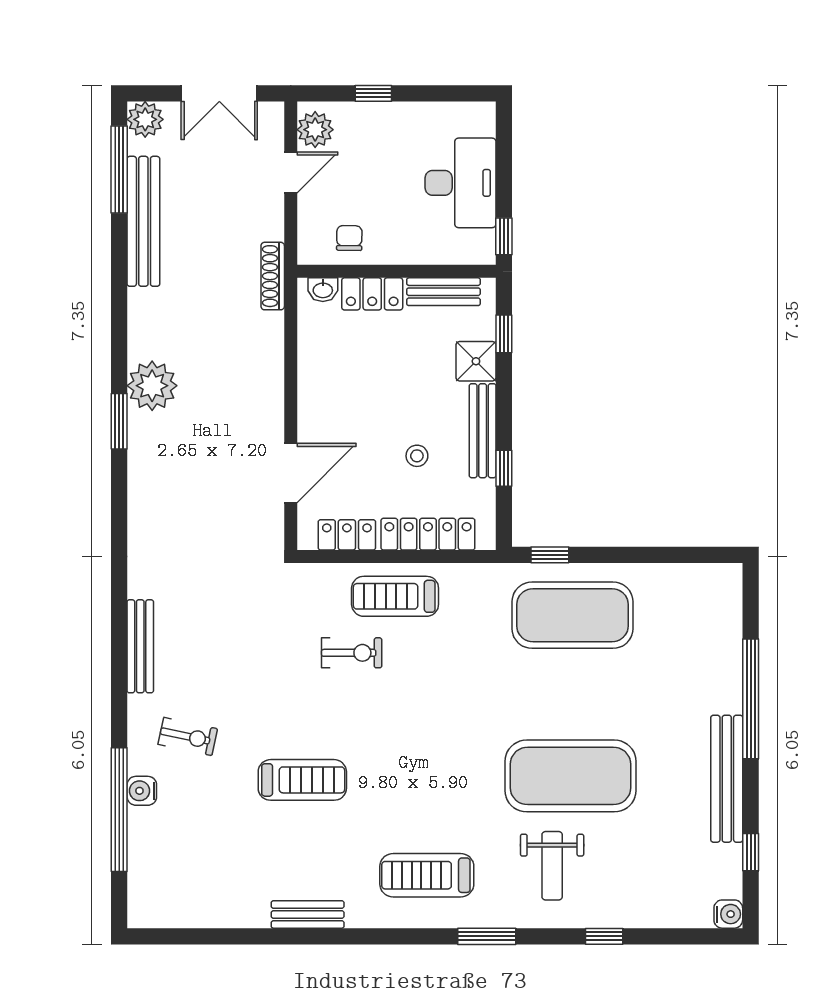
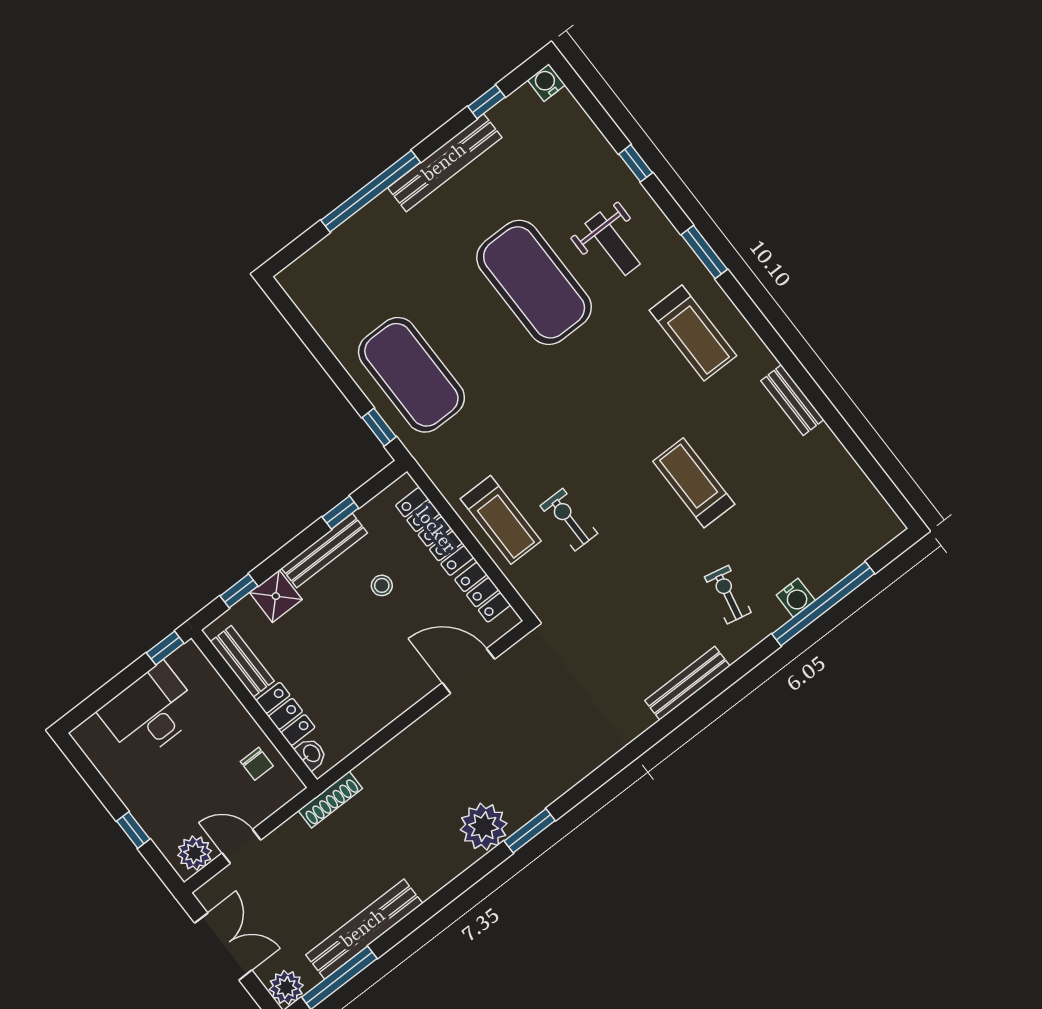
chair: (349, 238) -> (257, 764), turned -91
weight bench: (552, 866) -> (613, 244), turned 90

